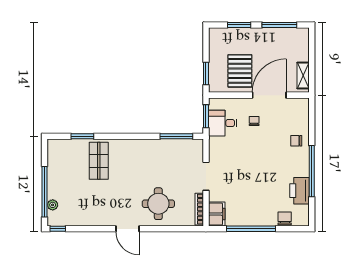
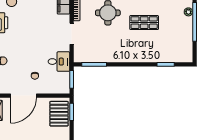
pallet: (240, 71) -> (59, 114), moved
desk: (223, 123) -> (59, 62), moved
shop shelf: (99, 161) -> (144, 23), moved, turned 90

